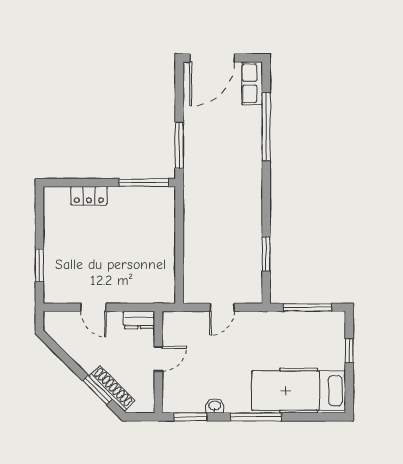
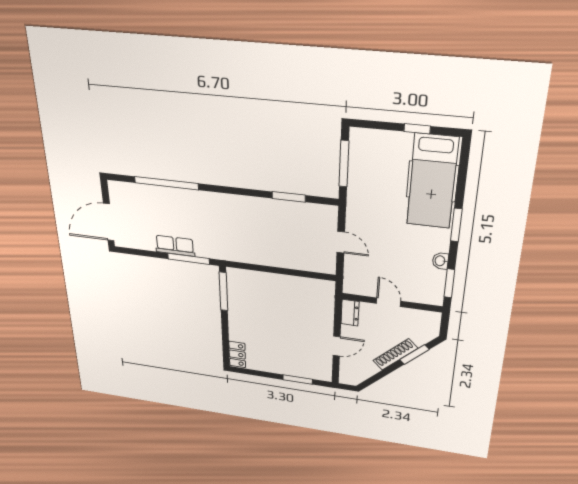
door: (212, 58) -> (109, 222), swing flipped
row of seats: (252, 83) -> (175, 246), moved, turned 180
locker: (89, 196) -> (237, 355), moved
window: (349, 351) -> (417, 129), moved
shoe rack: (112, 388) -> (395, 355), moved
window: (256, 417) -> (456, 225), width x0.69

